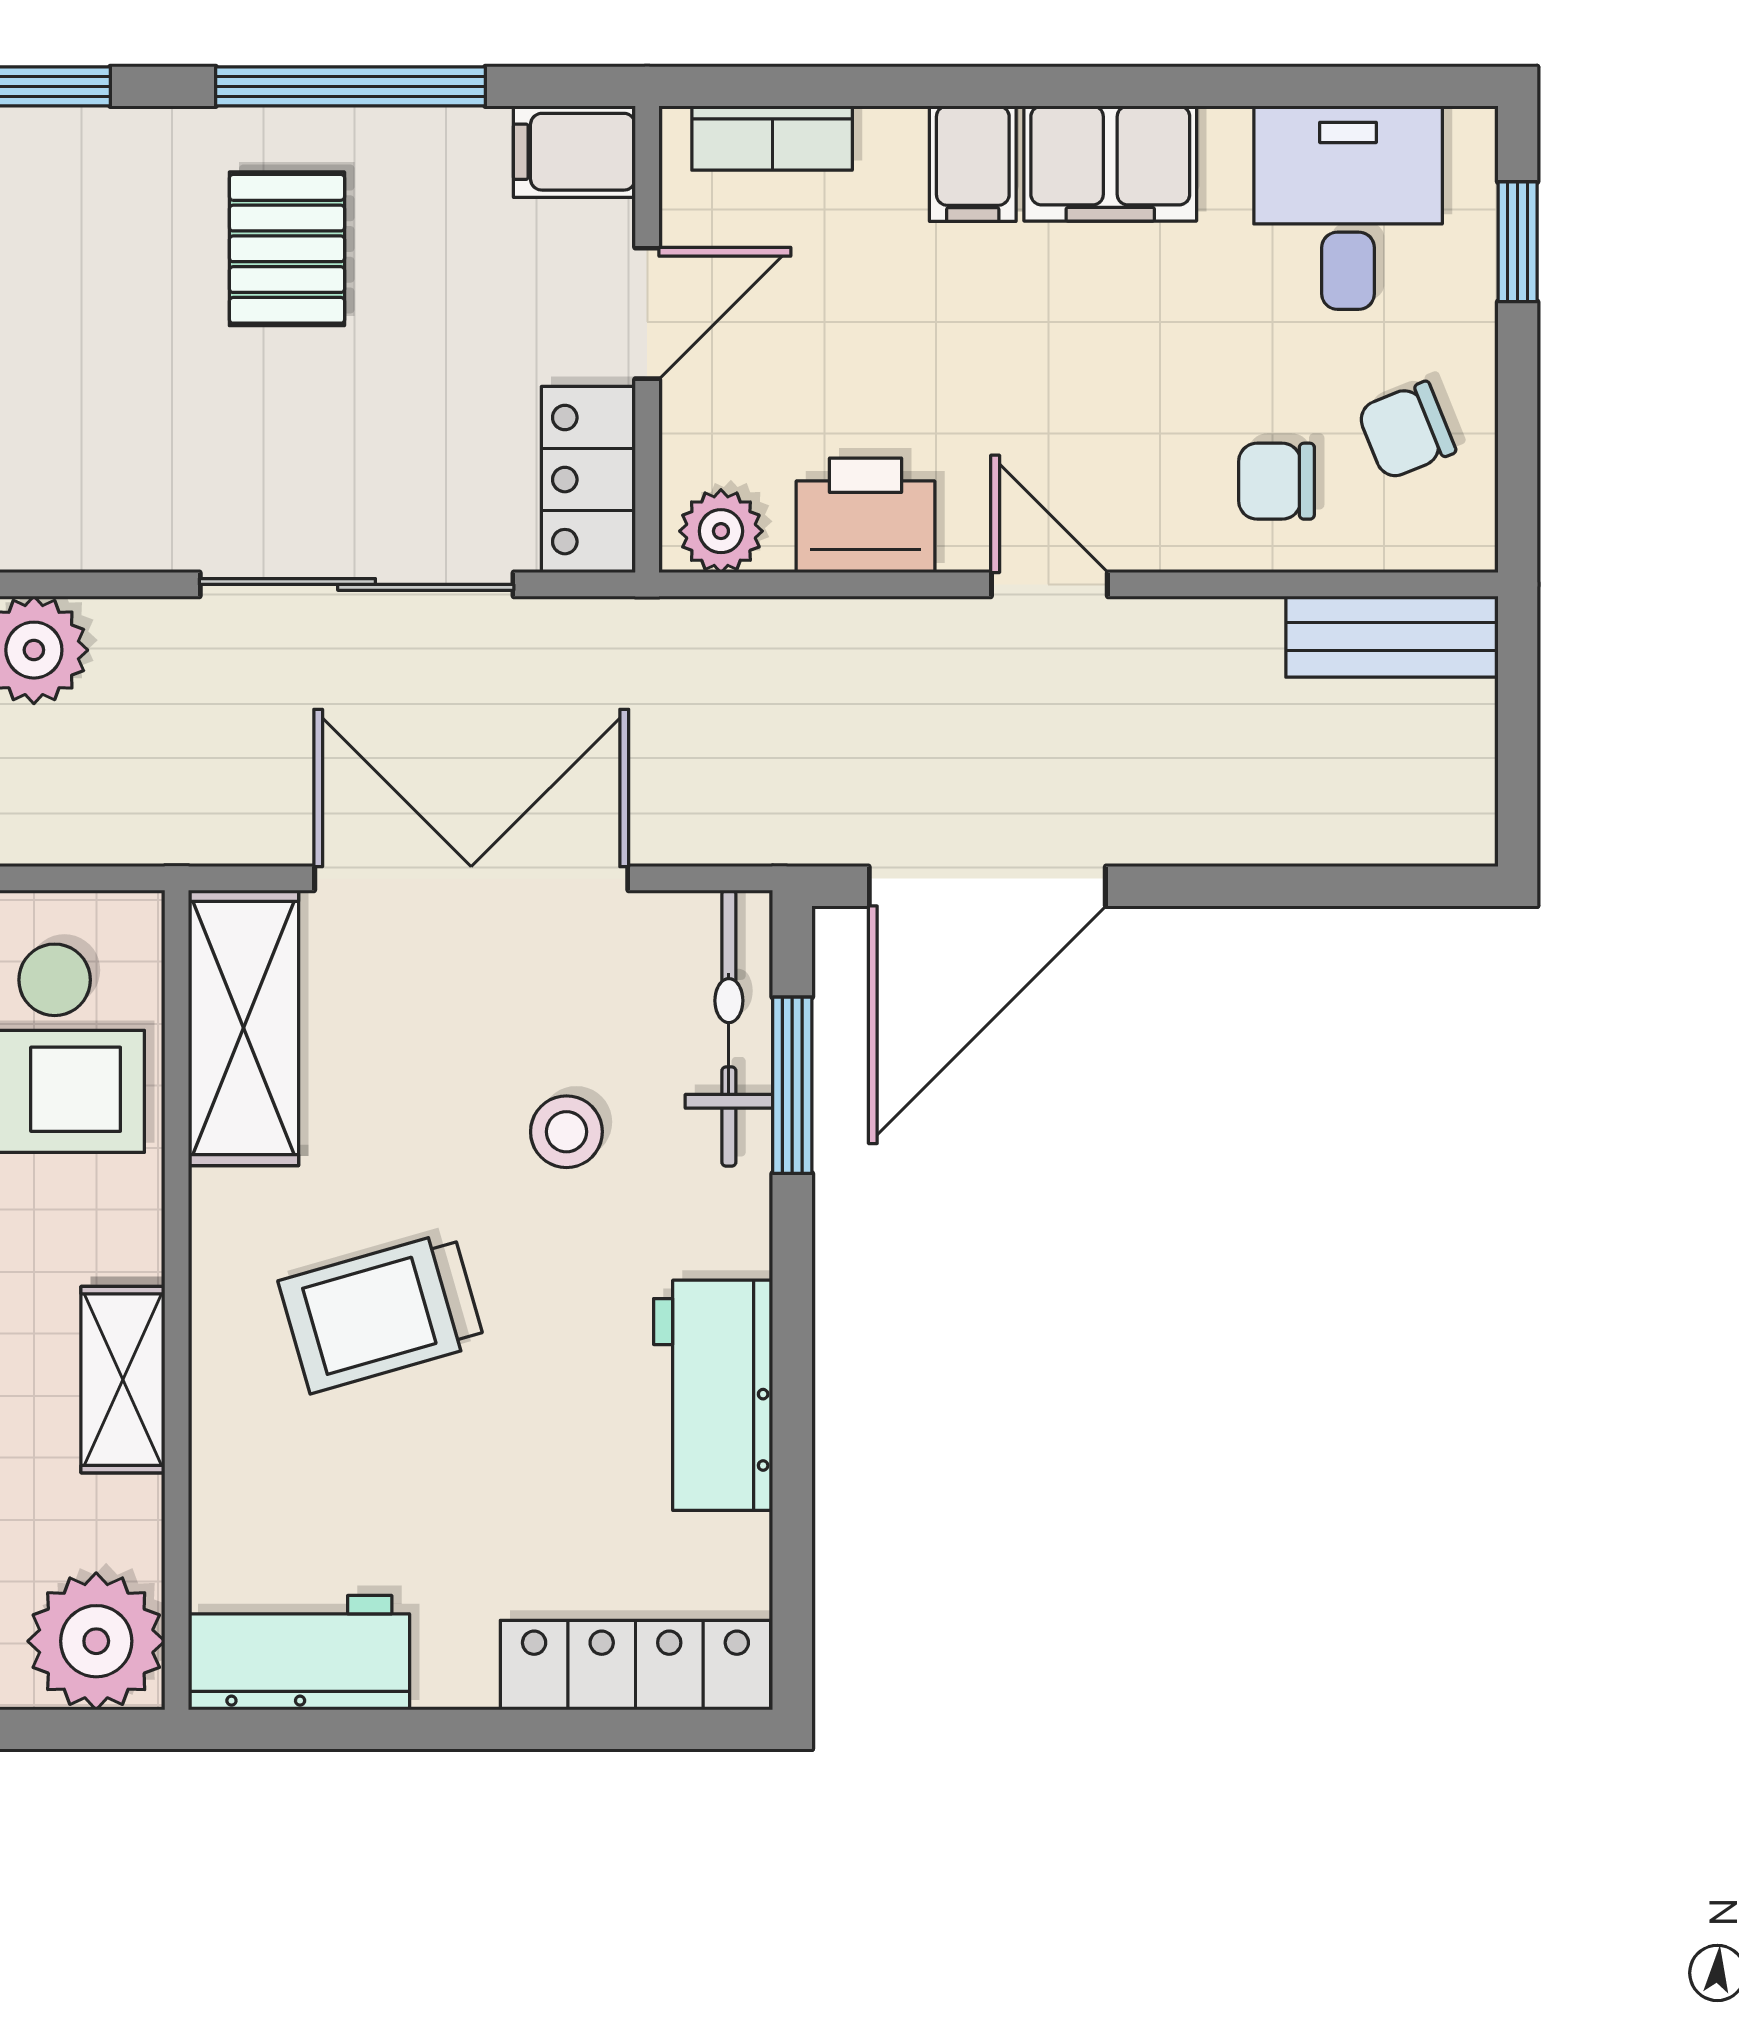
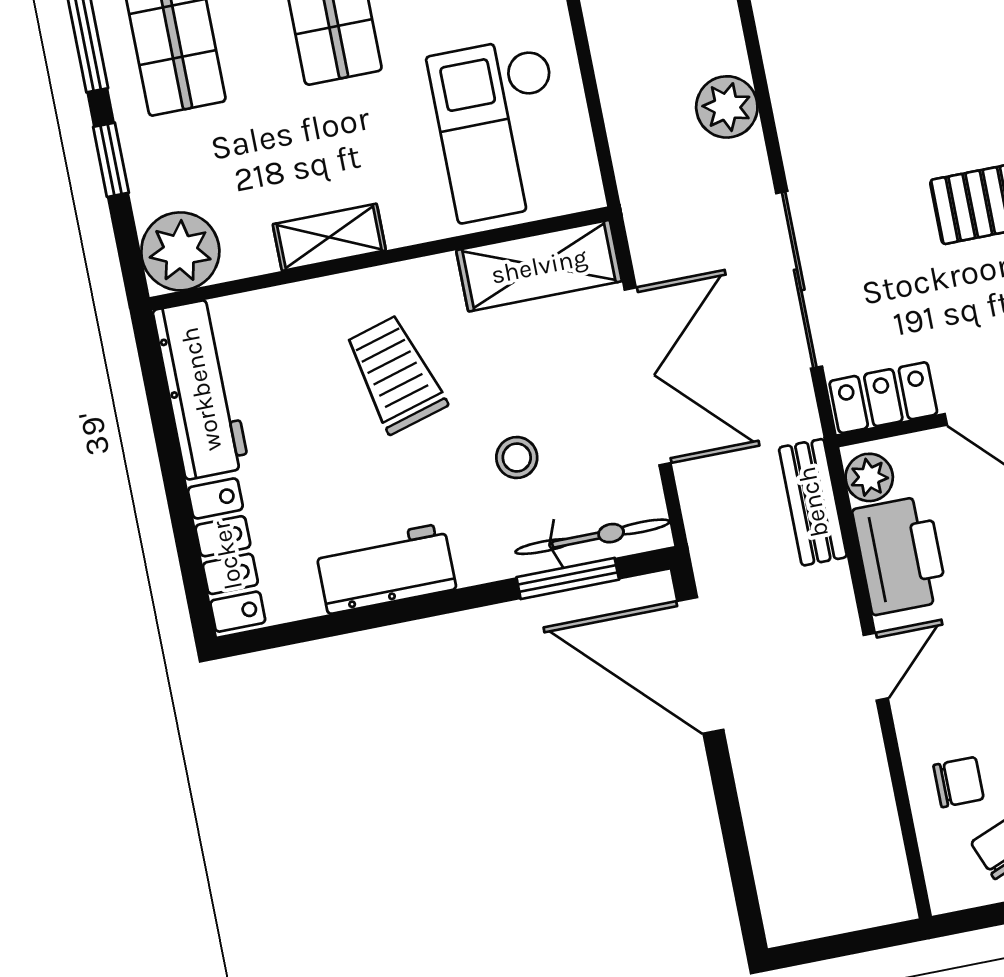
chair: (1276, 481) -> (958, 782), turned 90
printer: (865, 515) -> (900, 555), width x1.37, depth x1.19
bench: (1392, 637) -> (813, 502), moved
workbench: (299, 1653) -> (201, 389), width x1.38

